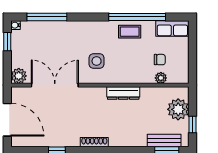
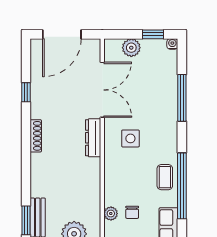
window: (47, 17) -> (182, 98), moved
plant: (19, 76) -> (131, 48), moved
dresser: (123, 93) -> (93, 138), moved

